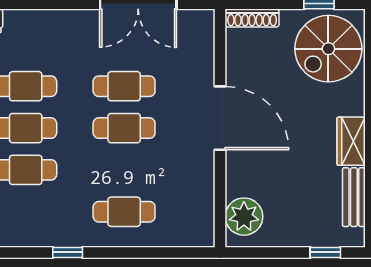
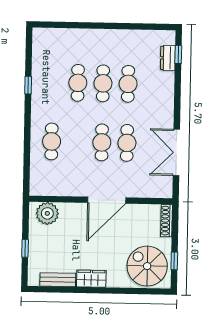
window: (68, 252) -> (28, 85), moved
window: (325, 252) -> (25, 248), moved

